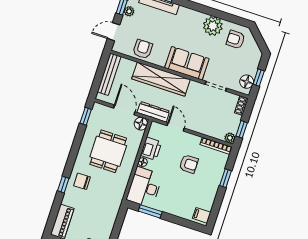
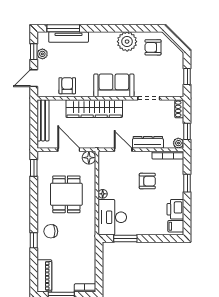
floor lamp: (247, 82) -> (177, 84), removed
dresser: (153, 112) -> (148, 142), moved
printer: (151, 149) -> (175, 209), moved, turned 180

